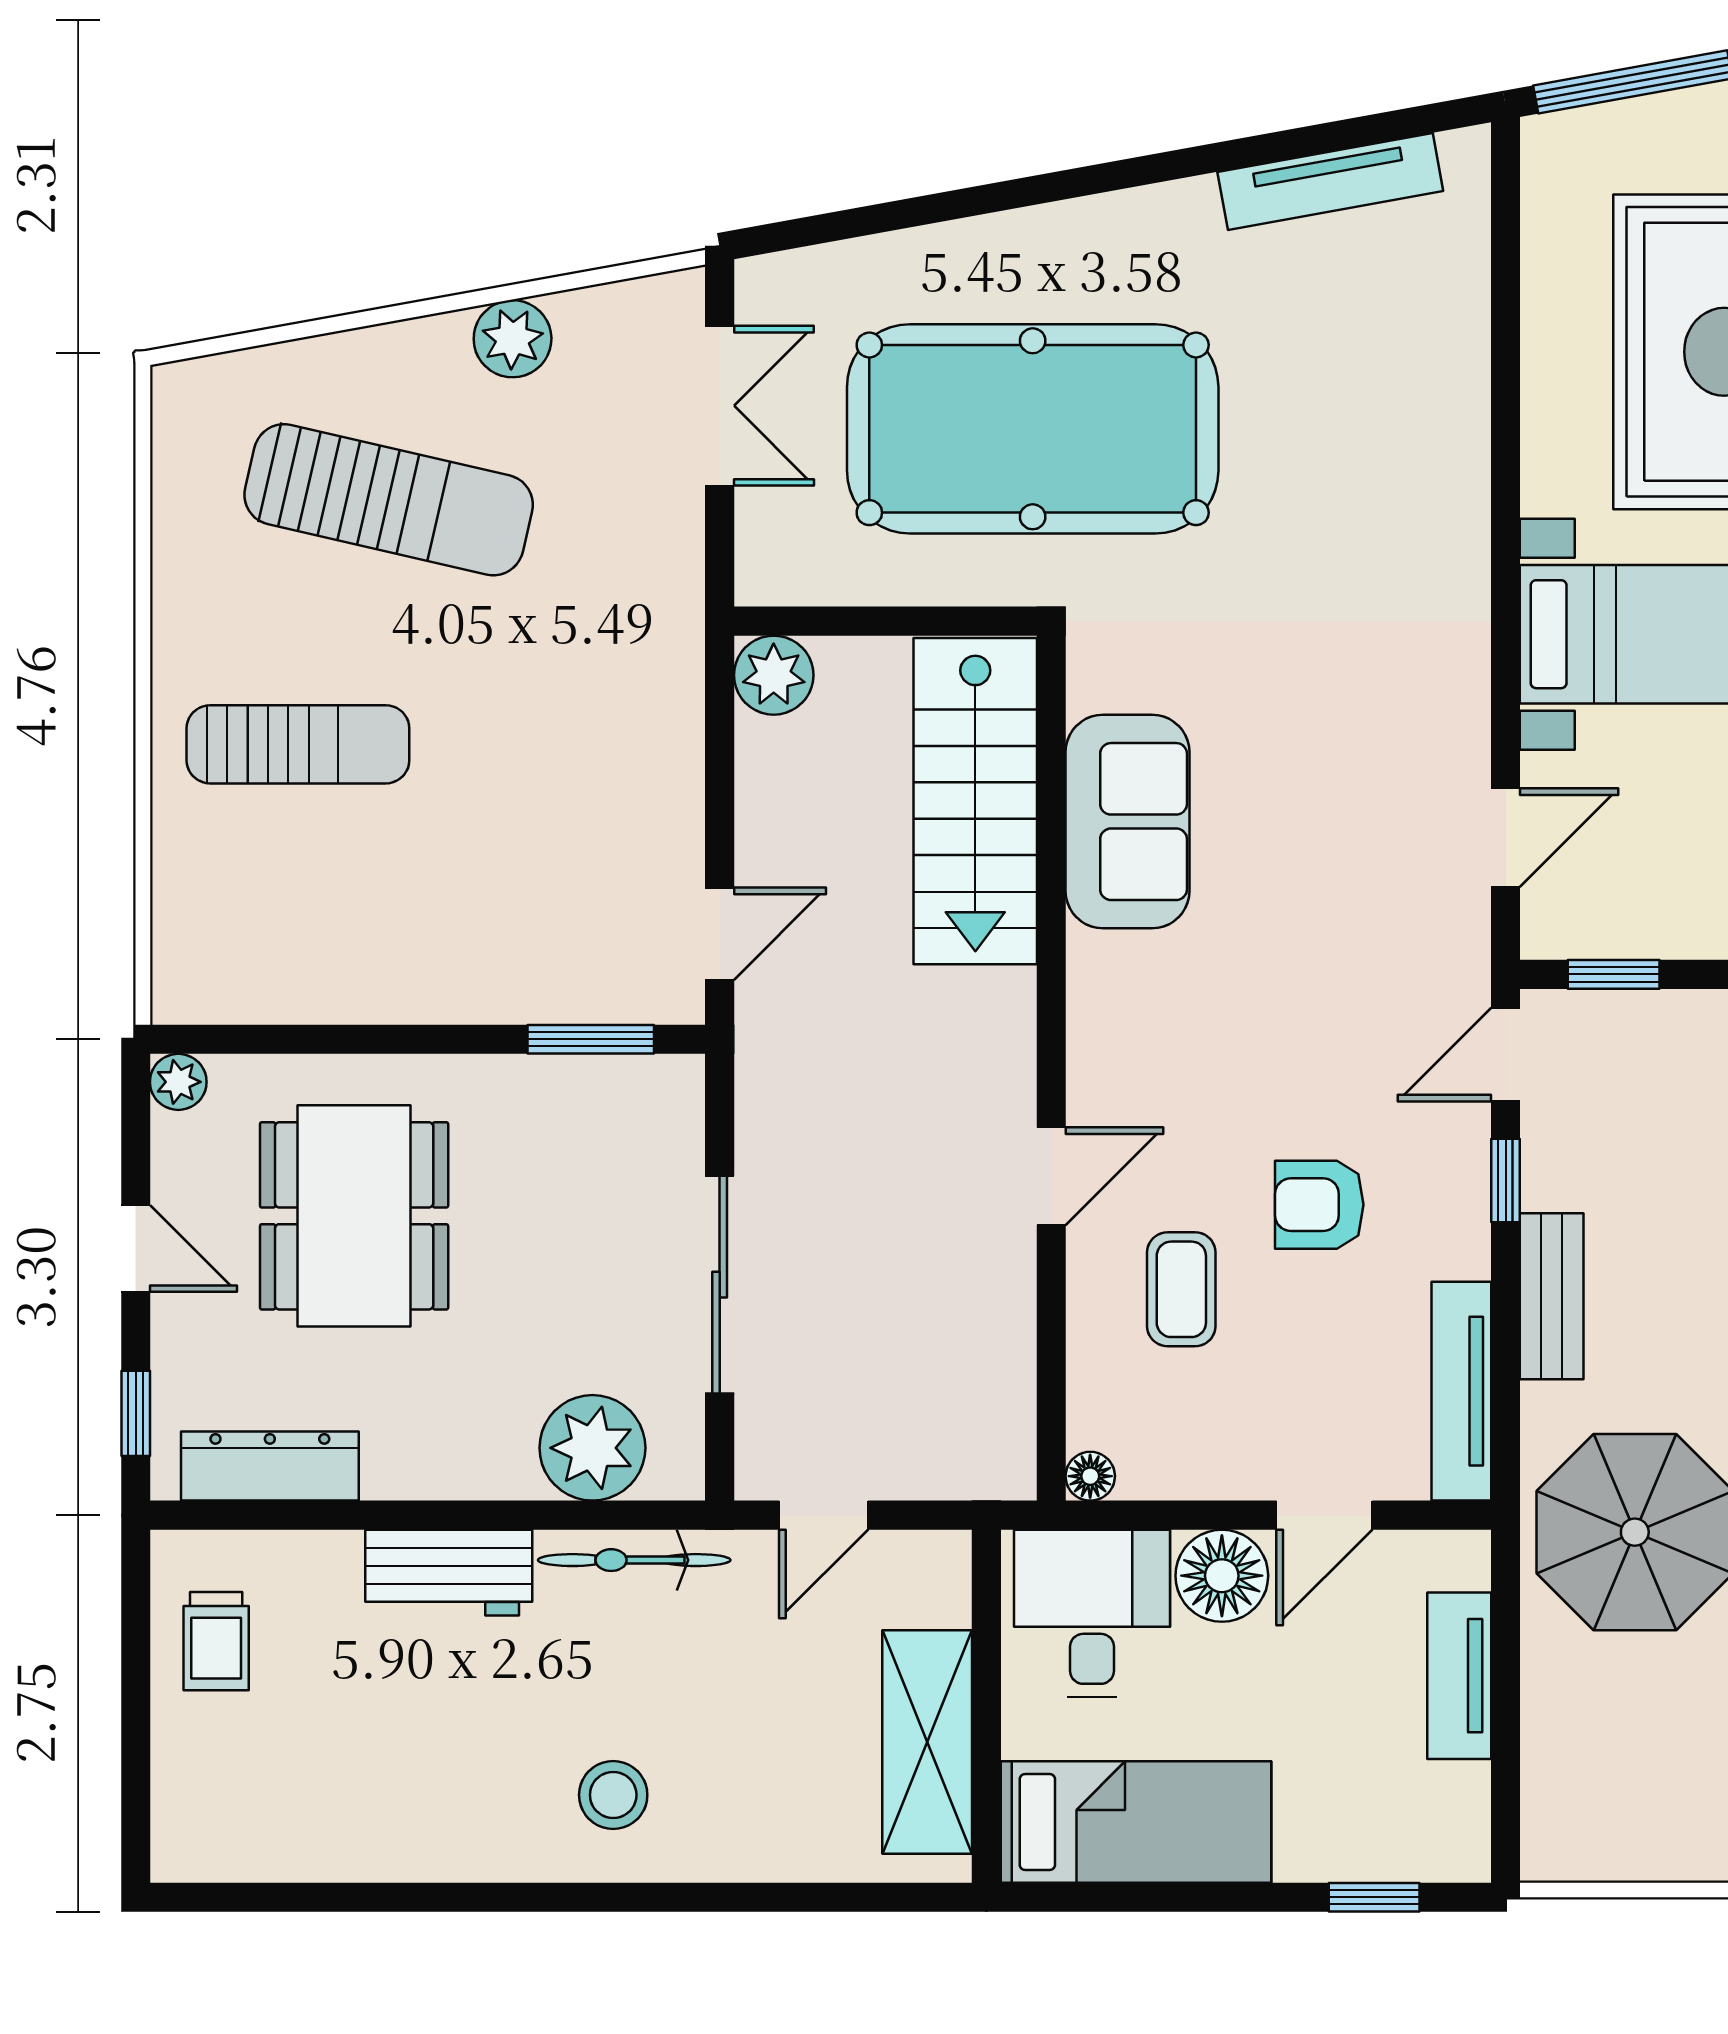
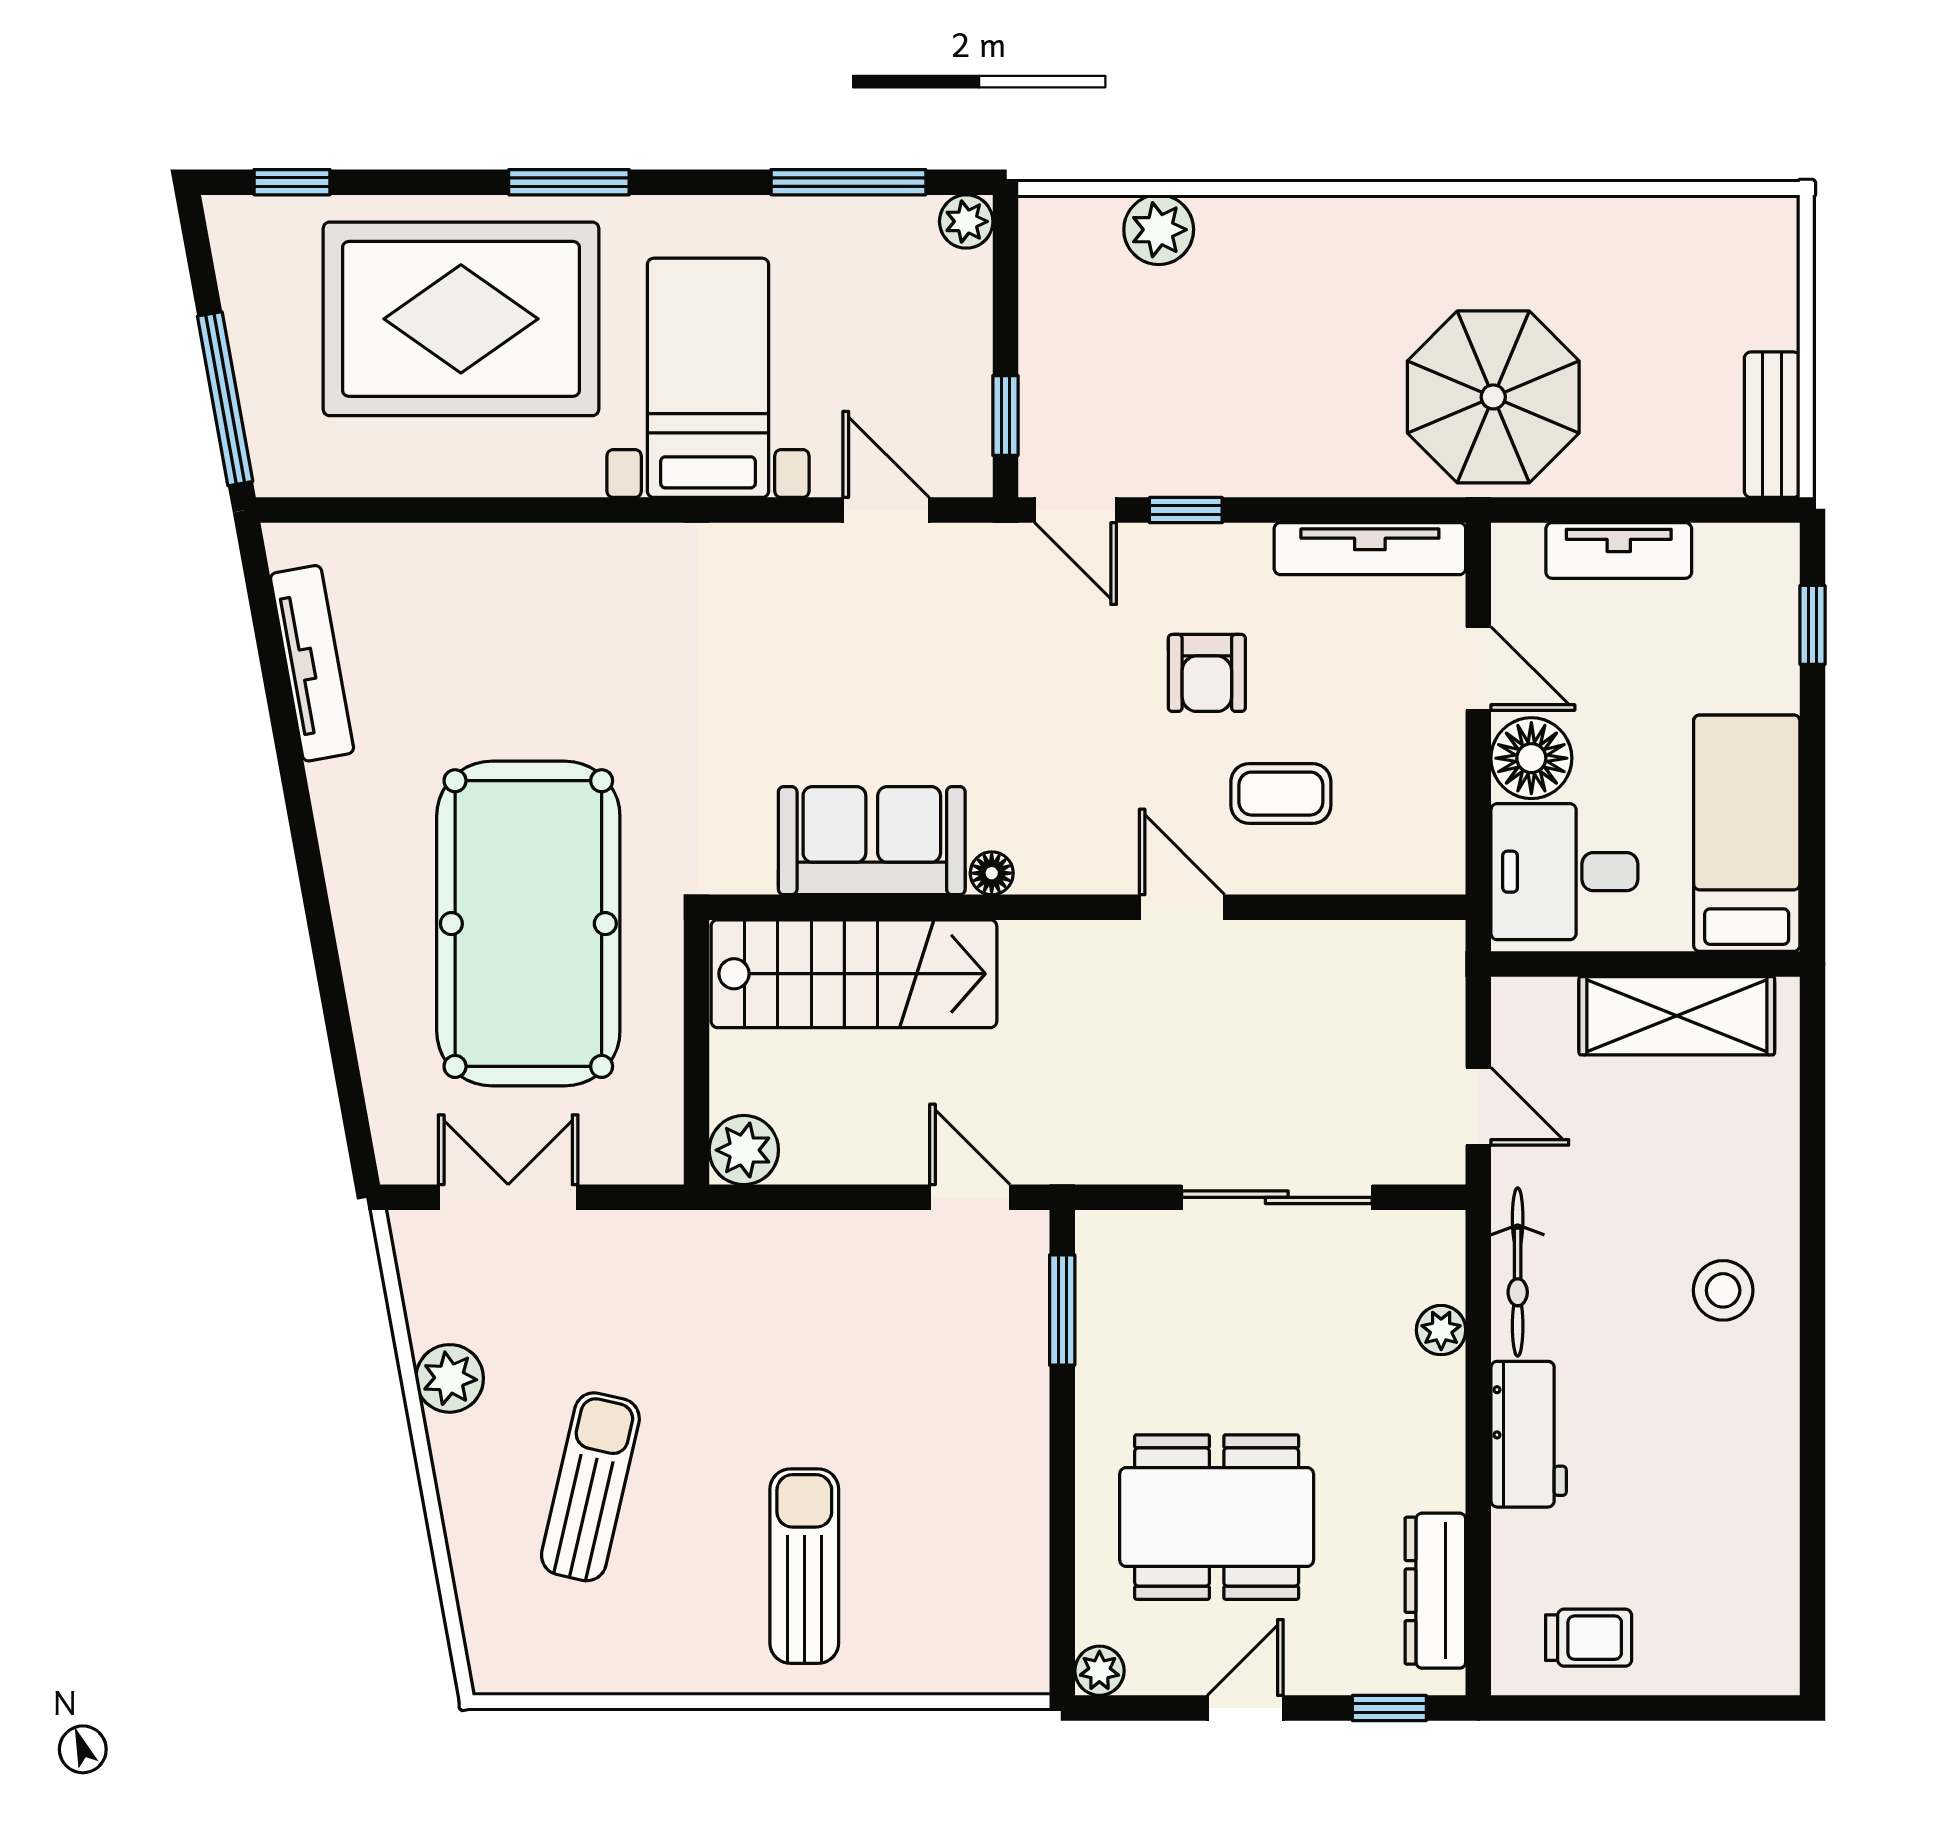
sun lounger: (389, 500) -> (590, 1487), width x0.73, depth x0.75
bench: (1552, 1296) -> (1772, 425), moved, turned 90
plant: (592, 1448) -> (1441, 1330), width x0.53, depth x0.53
floor lamp: (1090, 1476) -> (992, 873), moved

